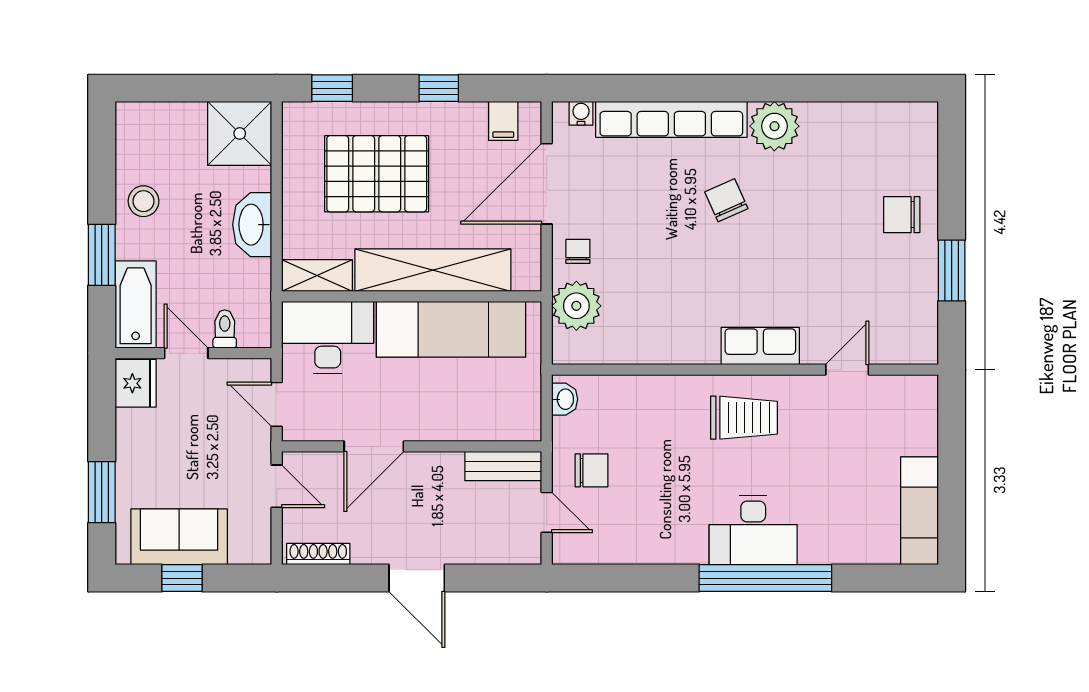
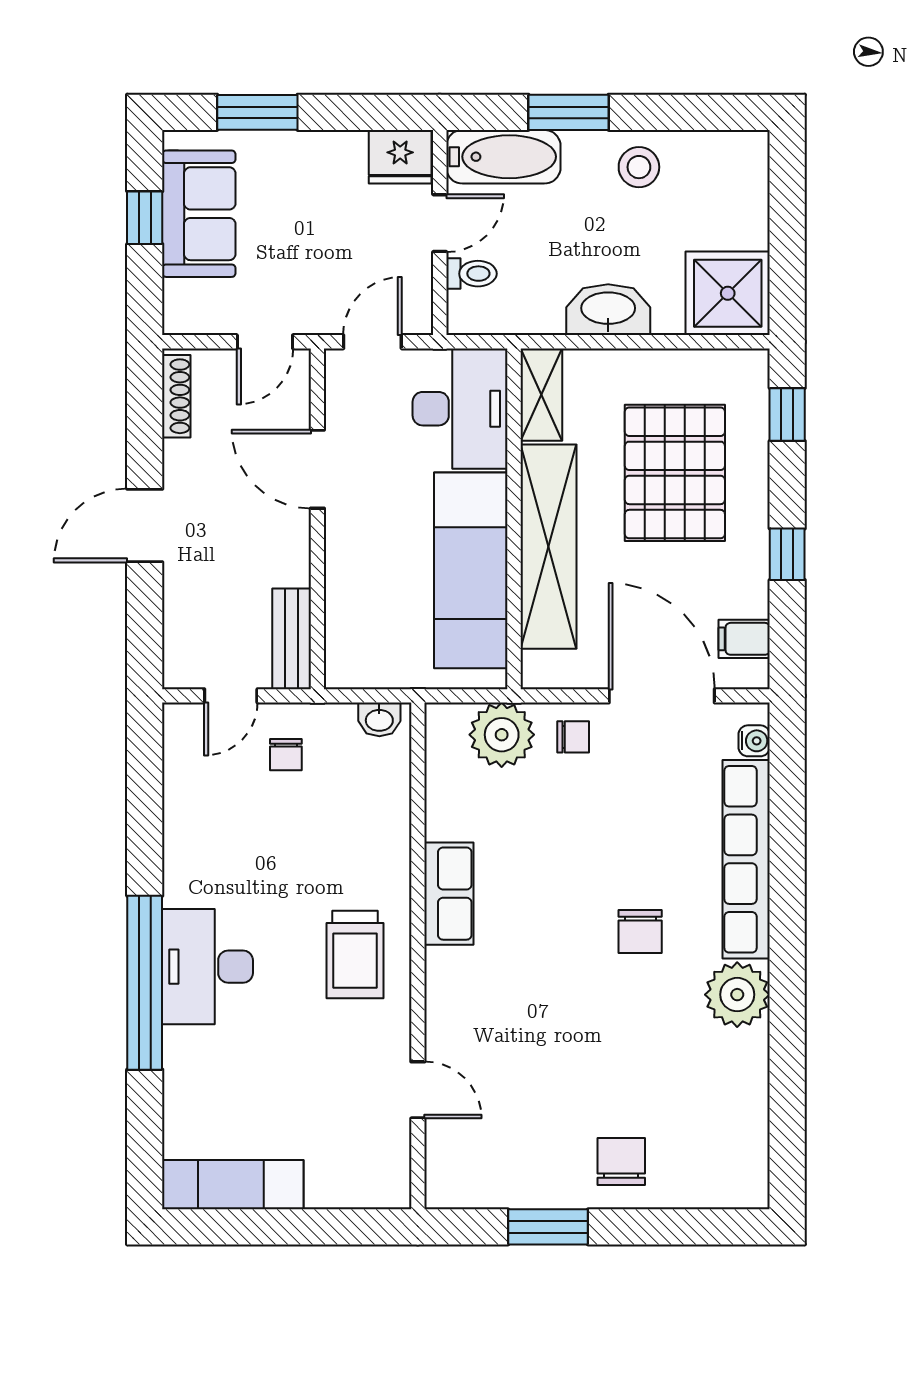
chair: (726, 200) -> (640, 932), turned 114
row of seats: (760, 346) -> (449, 894), moved
chair: (591, 470) -> (286, 755), width x0.73, depth x0.73

